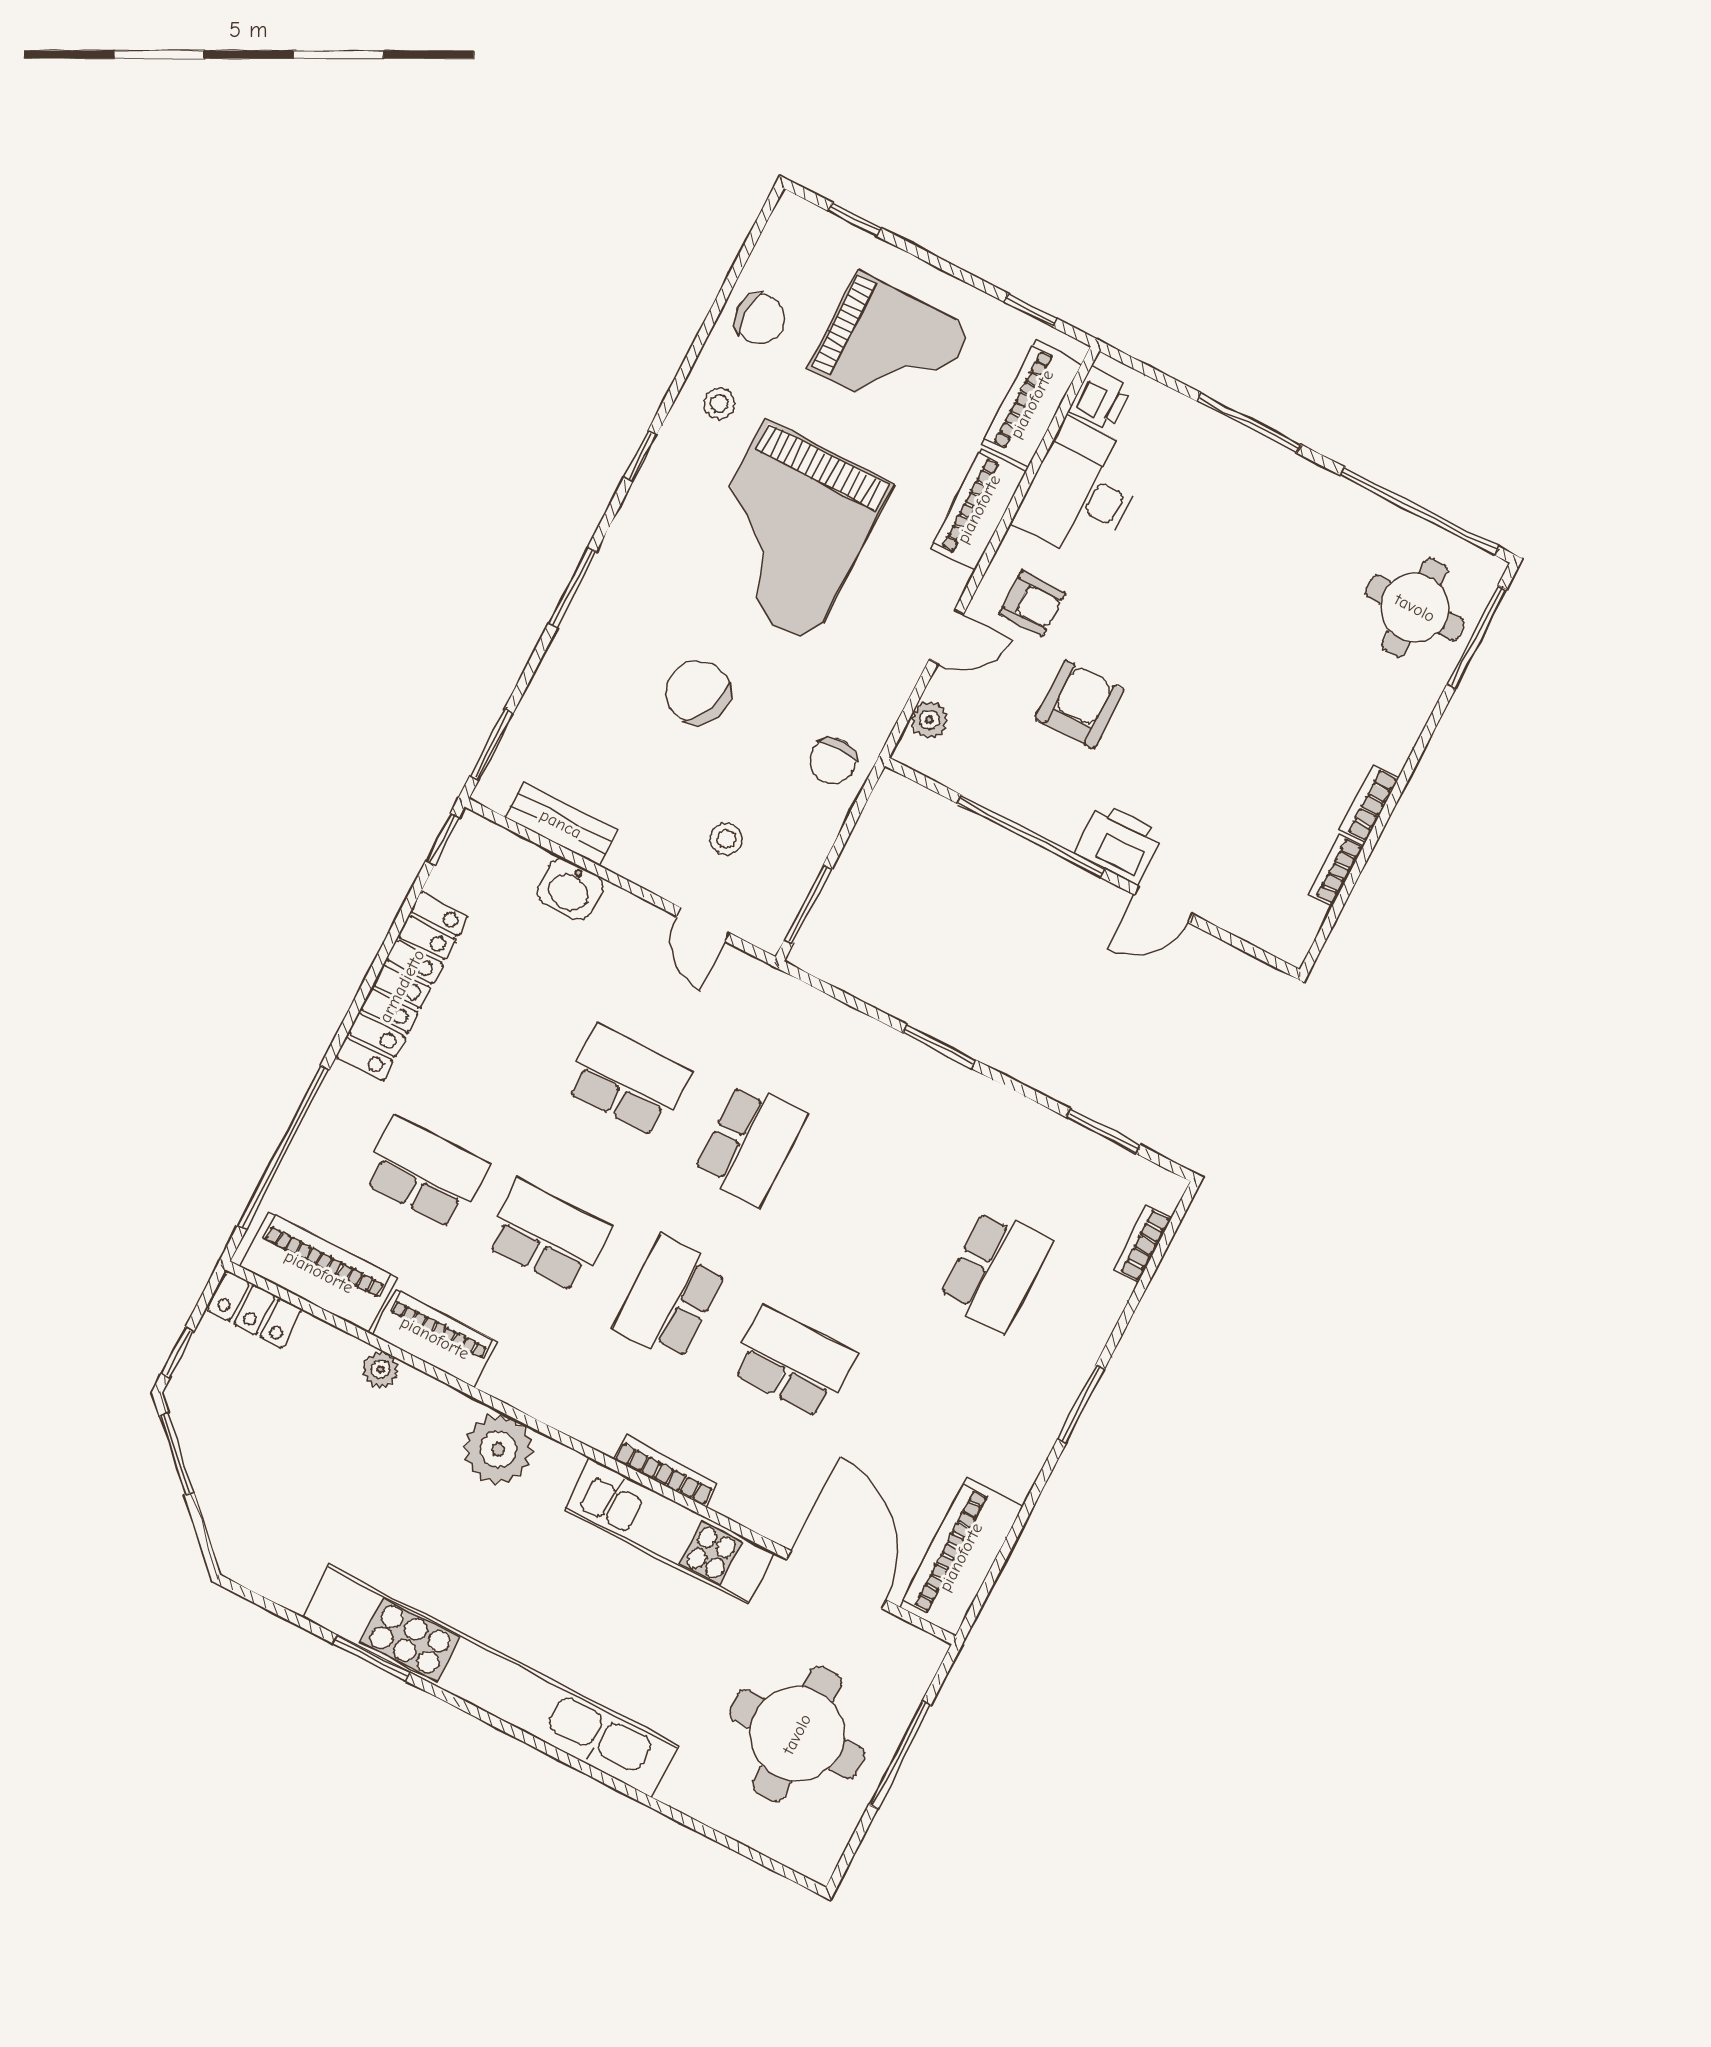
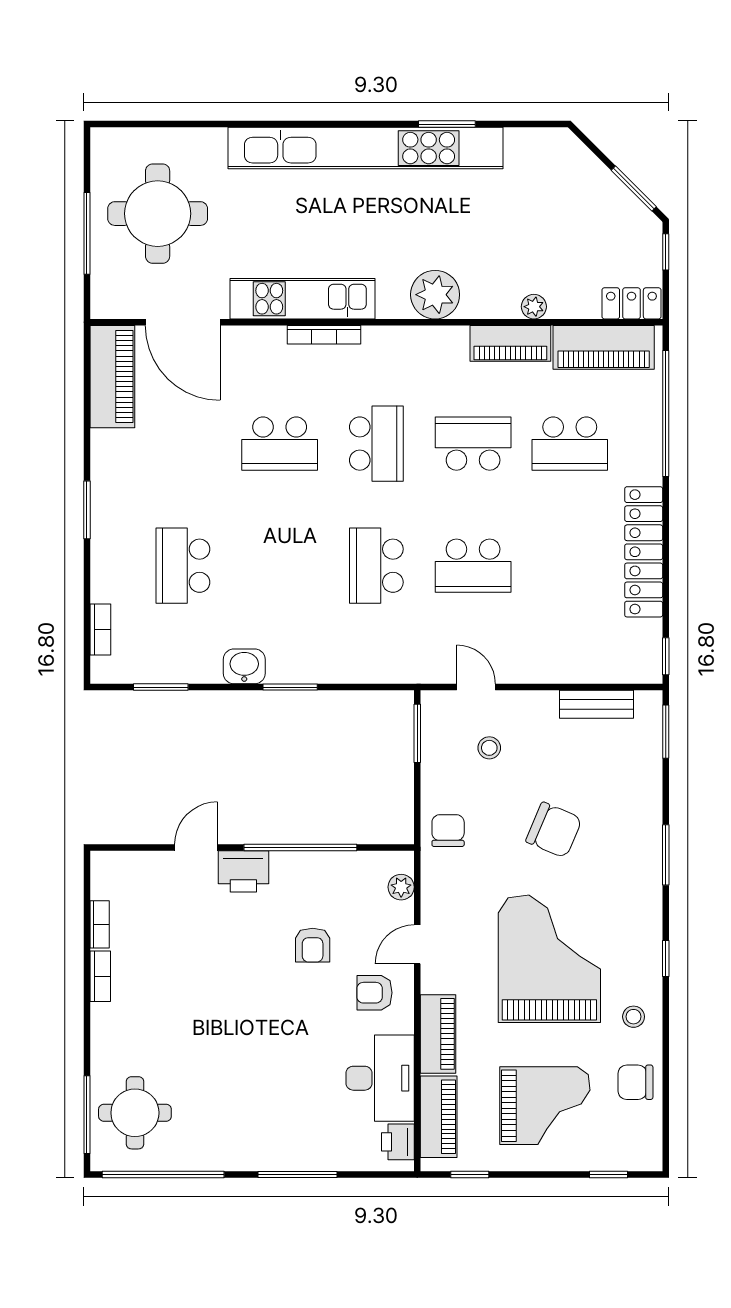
grand piano: (890, 348) -> (545, 1106), turned 180
armchair: (1080, 704) -> (313, 945), width x0.72, depth x0.72
washbasin: (570, 889) -> (244, 666), moved
school desk: (547, 1236) -> (473, 444), turned 180

